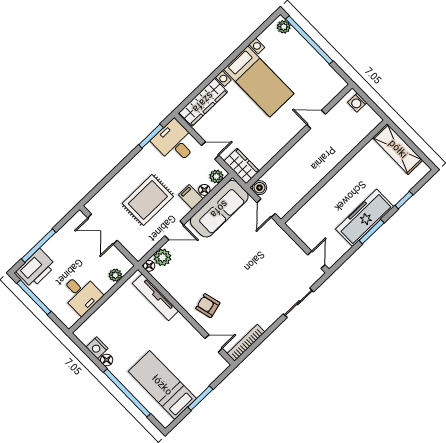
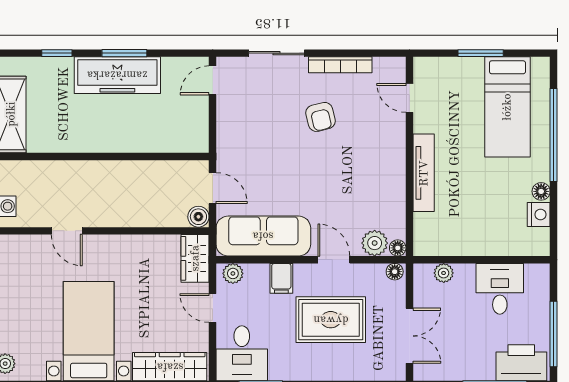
floor lamp: (204, 190) -> (395, 272), moved
door: (266, 208) -> (213, 188), hinge flipped
tv unit: (155, 297) -> (424, 173), moved
armchair: (208, 306) -> (320, 117), moved
bookcase: (246, 343) -> (340, 65), moved

